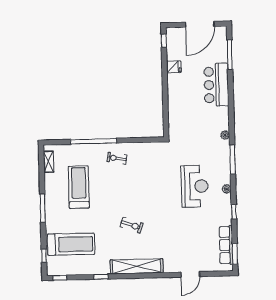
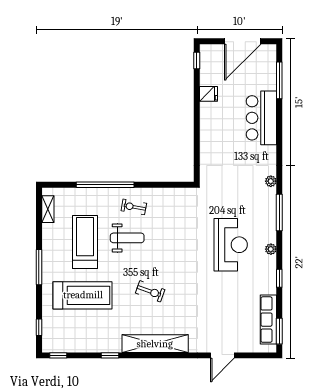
weight bench: (112, 183) -> (127, 238), added
treadmill: (71, 244) -> (83, 295), moved

